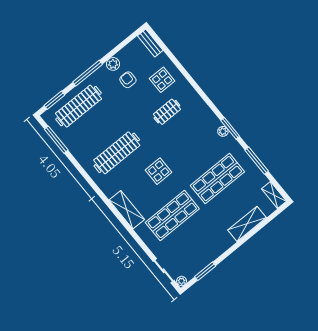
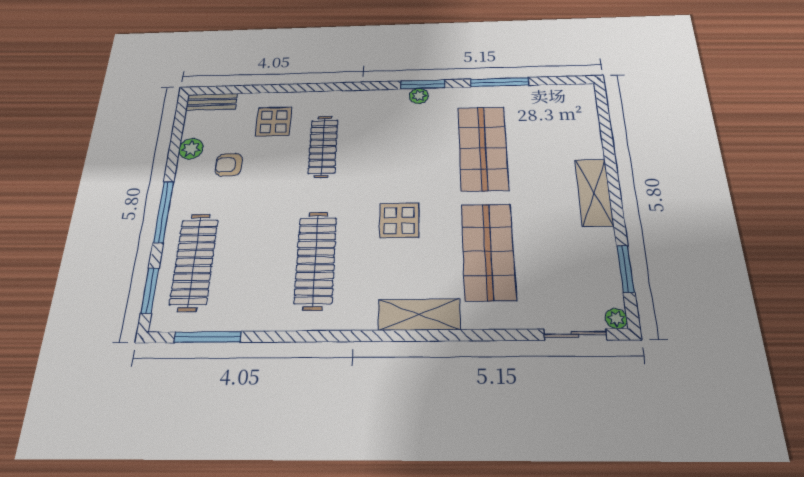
plant: (113, 64) -> (191, 149), moved
clothes rail: (167, 112) -> (323, 146), width x1.36
shelving: (274, 195) -> (571, 93), removed
shelving: (247, 224) -> (594, 192), moved

